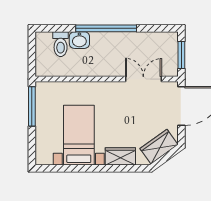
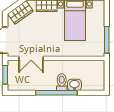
toilet: (61, 44) -> (62, 82), moved

